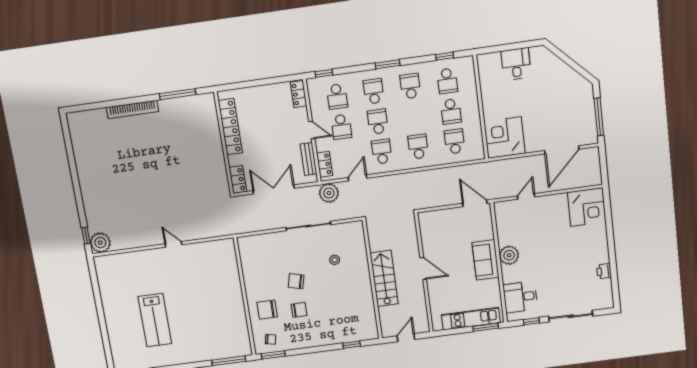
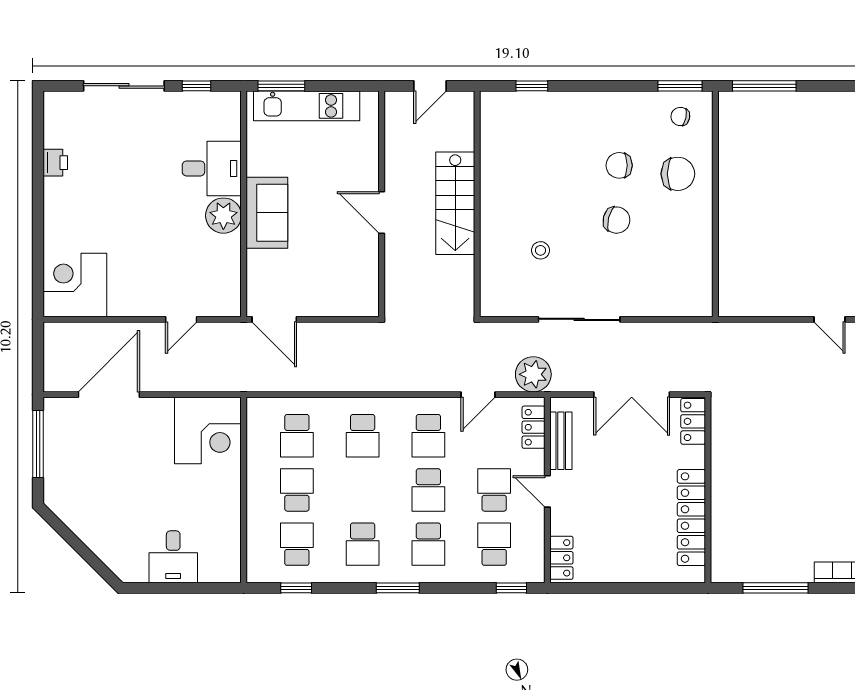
desk: (520, 297) -> (212, 168), moved

